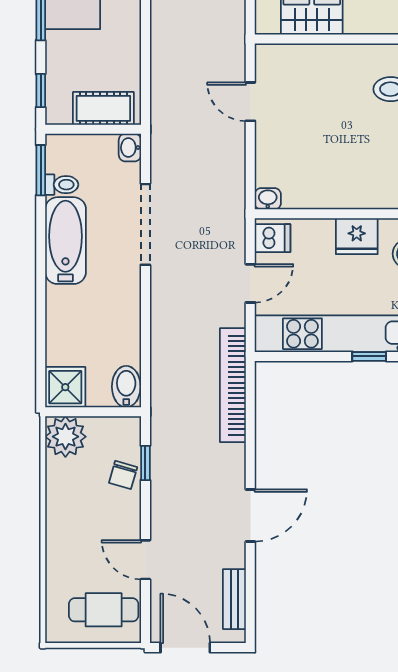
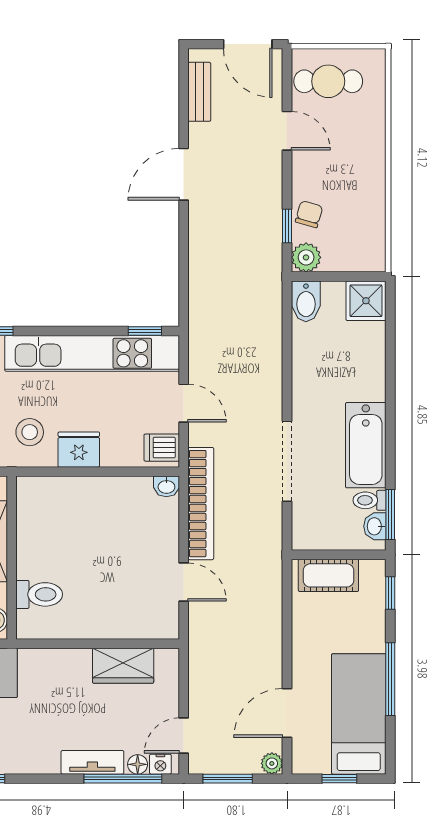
washbasin: (130, 148) -> (375, 526), moved, turned 180
door: (250, 283) -> (184, 403), swing flipped
window: (369, 356) -> (145, 331), moved
bookcase: (233, 385) -> (201, 504), moved
plant: (65, 437) -> (306, 257), moved, width x0.73, depth x0.73

